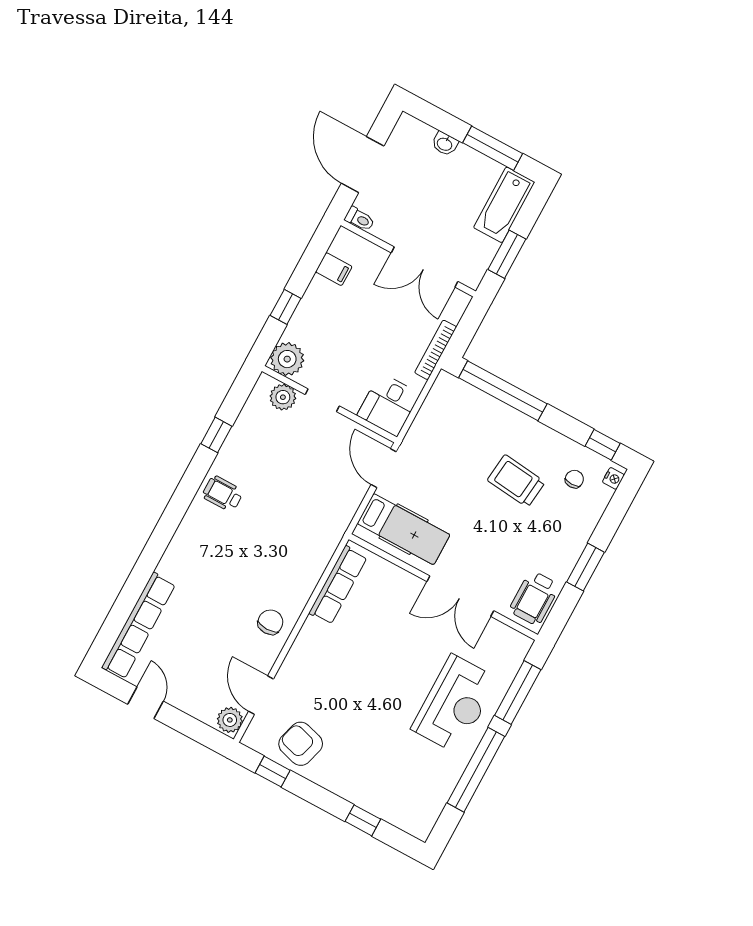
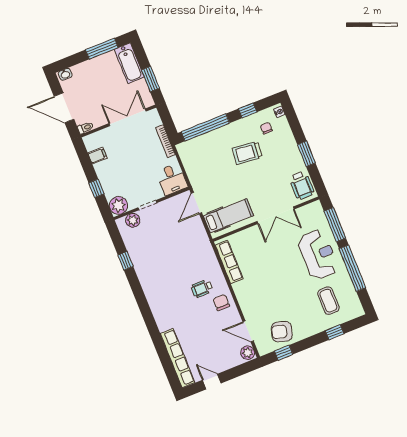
washbasin: (445, 144) -> (65, 74), moved
double door: (425, 267) -> (128, 117), swing flipped
window: (603, 445) -> (248, 110), moved
door: (384, 468) -> (196, 203), hinge flipped
wheelchair: (223, 494) -> (202, 288), moved
coffee table: (401, 774) -> (328, 301), added

